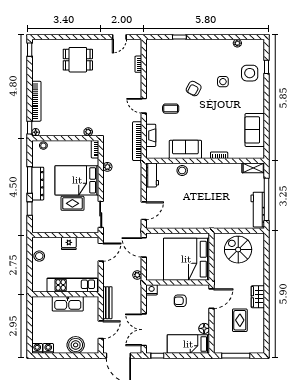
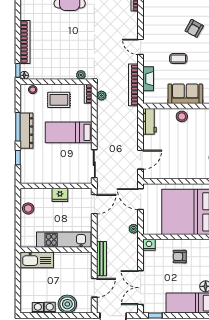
coffee table: (171, 109) -> (178, 59), moved
plant: (107, 167) -> (101, 96), moved
bed: (77, 180) -> (69, 132), width x0.67
rug: (72, 203) -> (59, 100), moved
kitchen sink: (68, 304) -> (37, 260), moved
washing machine: (37, 348) -> (50, 308), moved

